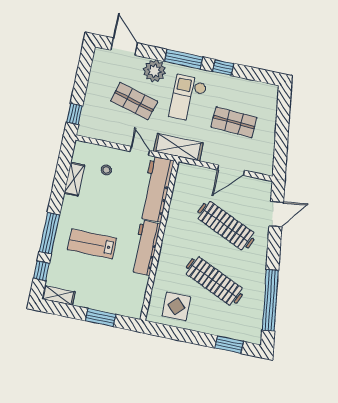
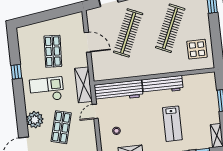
window: (184, 59) -> (20, 102), removed
checkout: (188, 99) -> (47, 90), turned 180

